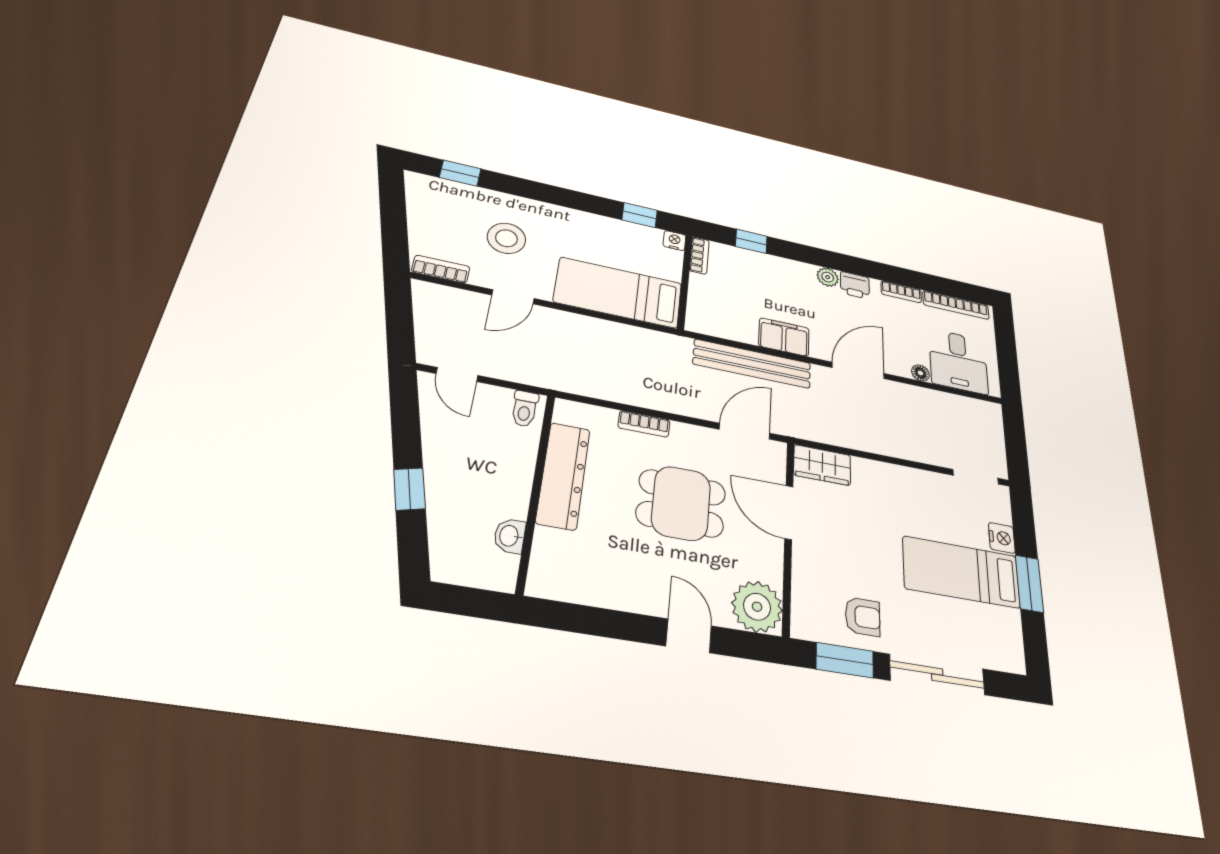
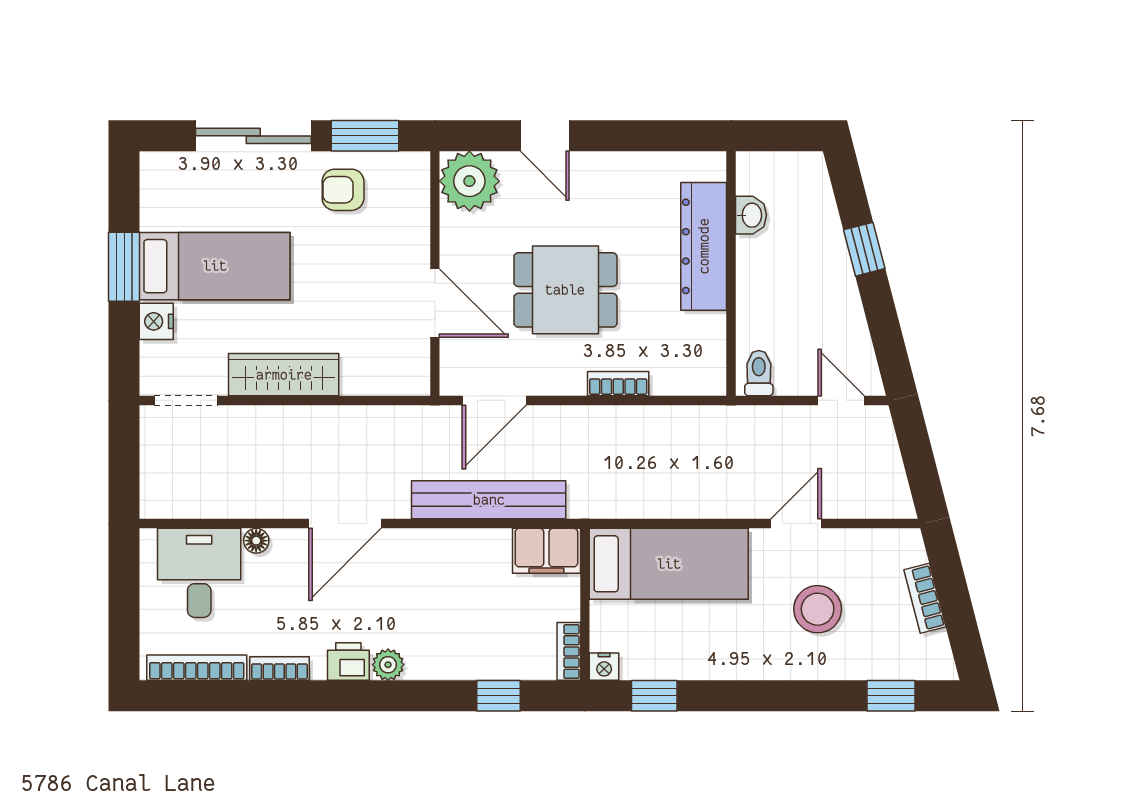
bookcase: (441, 269) -> (925, 598), moved, turned 76
filing cabinet: (784, 337) -> (546, 551), moved
wardrobe: (822, 465) -> (284, 375), moved, width x1.50
dresser: (563, 476) -> (704, 246), moved

